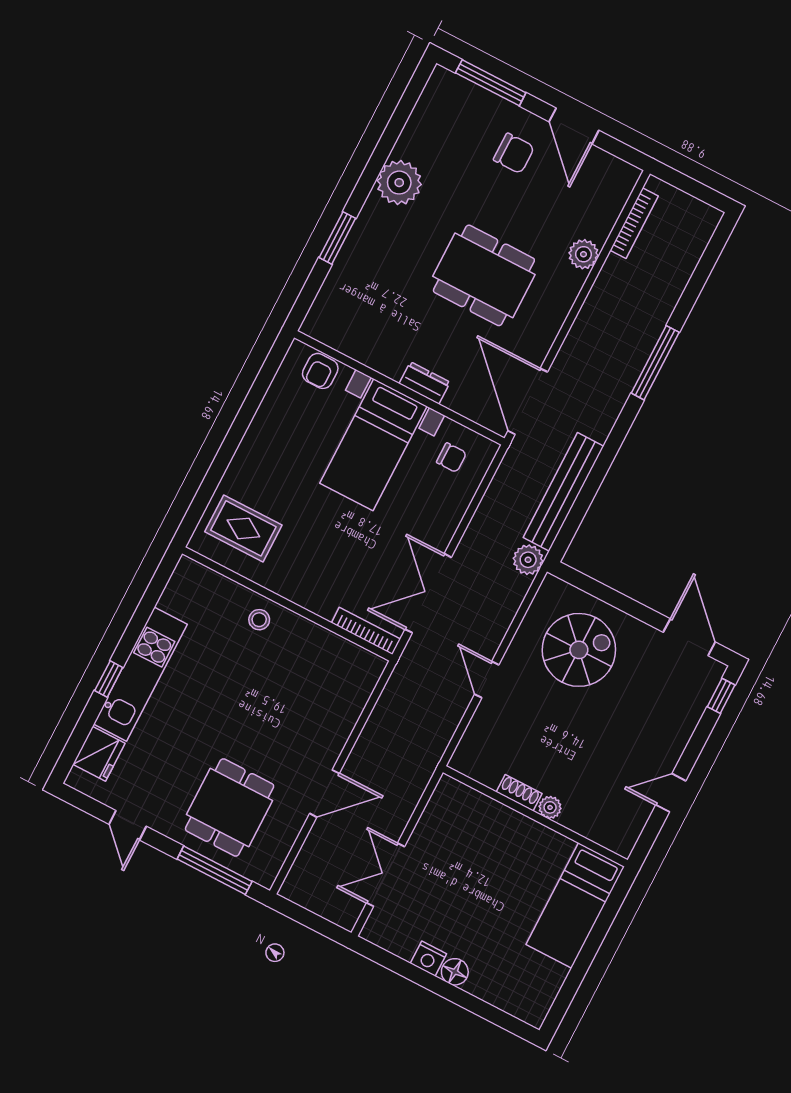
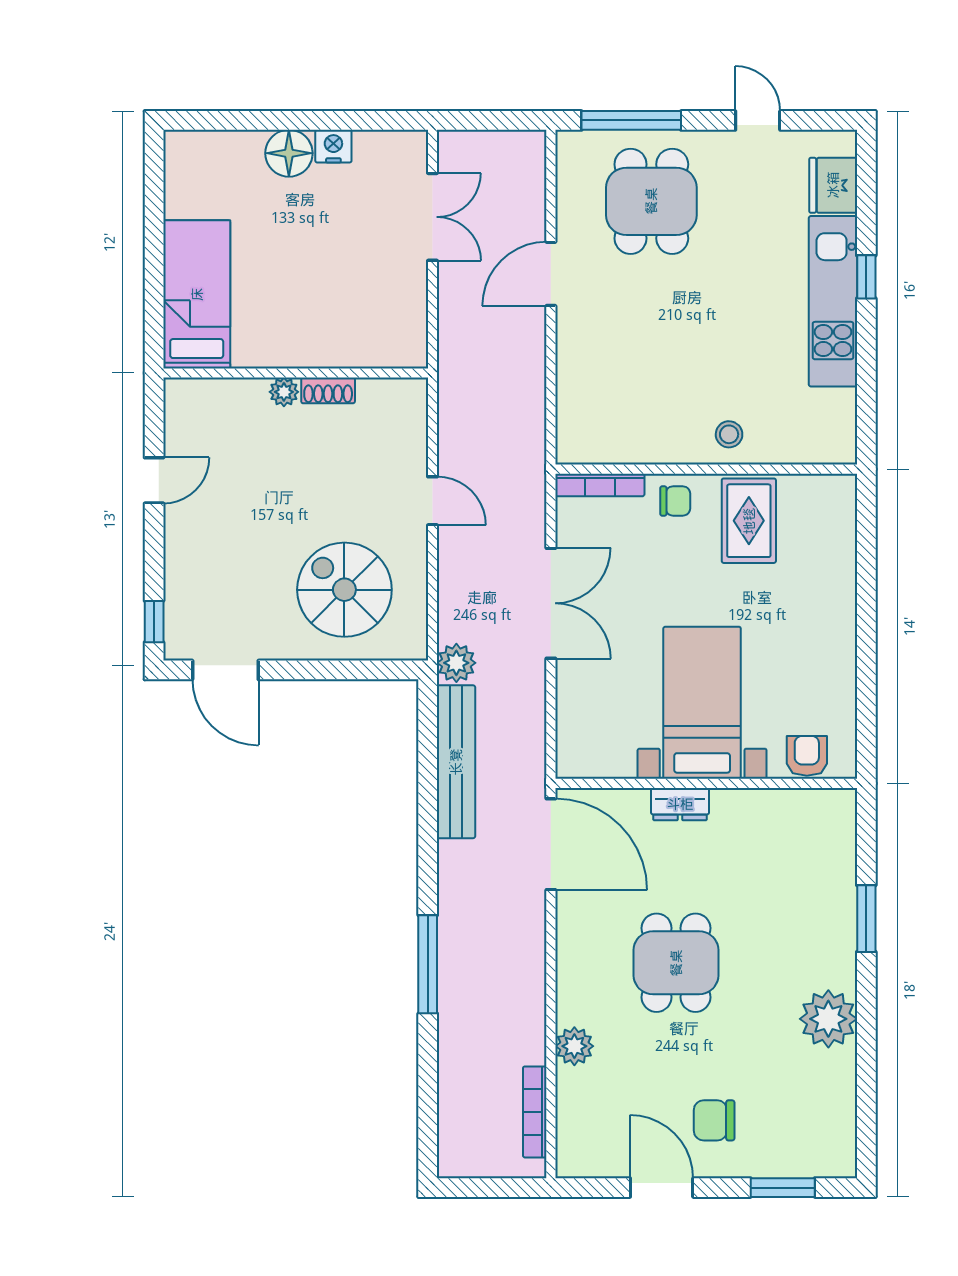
window: (491, 83) -> (783, 1188), width x0.69
dining table: (484, 275) -> (676, 963), width x0.73
chair: (451, 458) -> (675, 501), moved, turned 180
rug: (243, 528) -> (749, 521), moved, turned 90
double door: (428, 593) -> (551, 603), moved
spiral stairs: (579, 650) -> (344, 590), turned 90
floor lamp: (455, 972) -> (289, 153), width x1.38, depth x1.38

